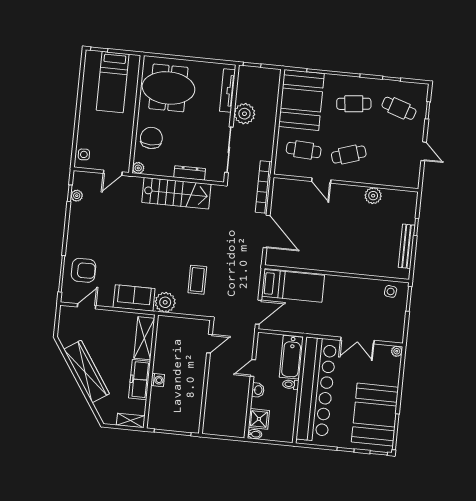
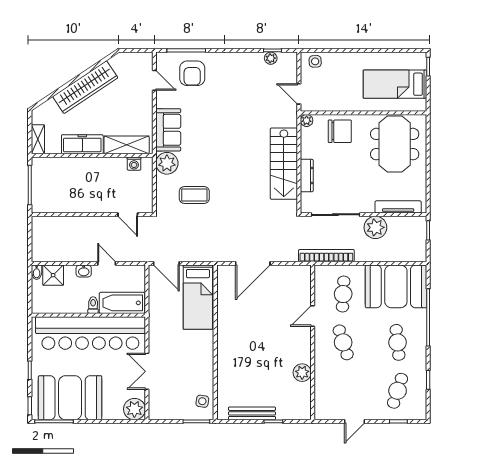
bookcase: (264, 187) -> (326, 256), moved
plant: (397, 351) -> (134, 409), width x1.87, depth x1.87
washing machine: (158, 380) -> (134, 164), moved

